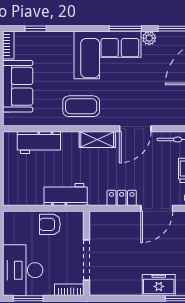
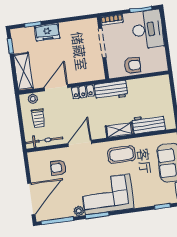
armchair: (169, 100) -> (58, 168), added
shelving: (97, 140) -> (119, 130), moved
workbench: (66, 195) -> (111, 90), moved

